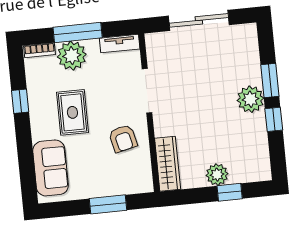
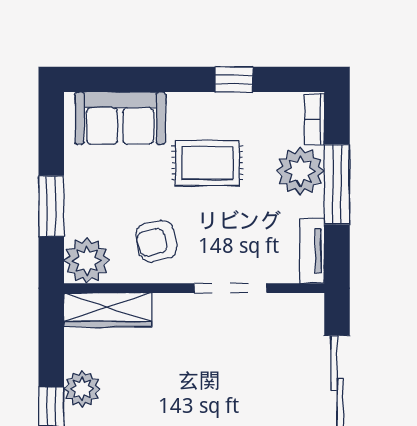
plant: (139, 180) -> (87, 261), added

